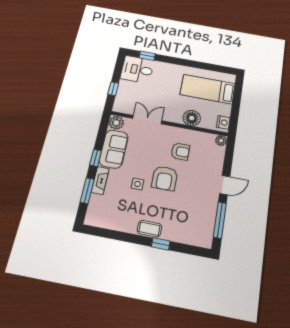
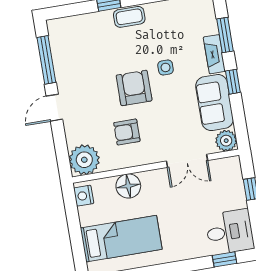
plant: (221, 141) -> (84, 160), width x1.88, depth x1.88

